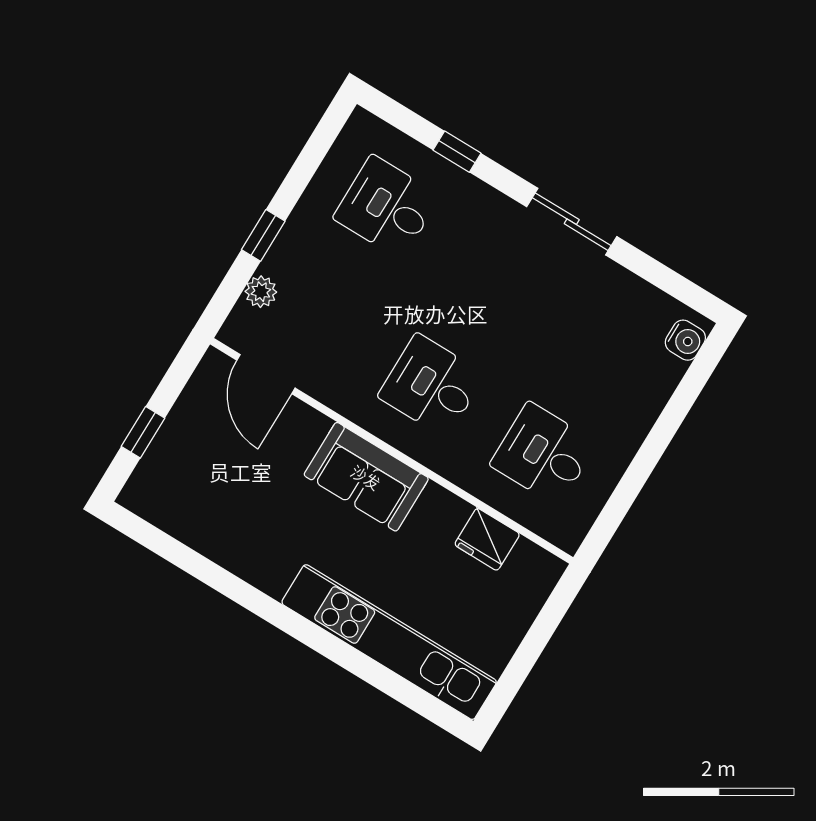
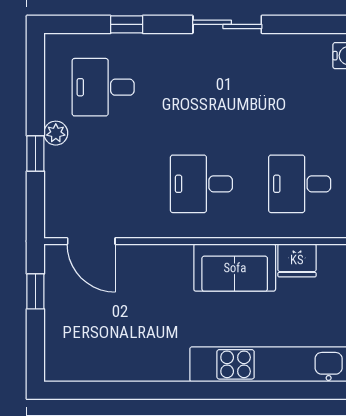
plant: (261, 292) -> (56, 133), moved
window: (143, 432) -> (35, 291), moved
sofa: (366, 477) -> (235, 268), moved

